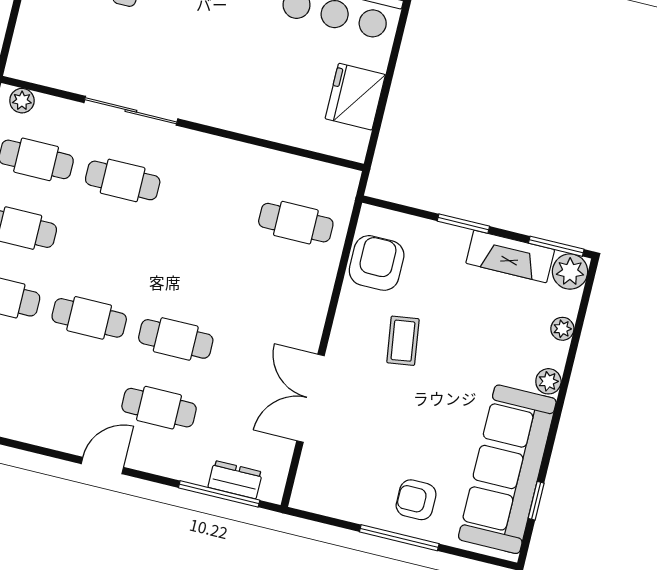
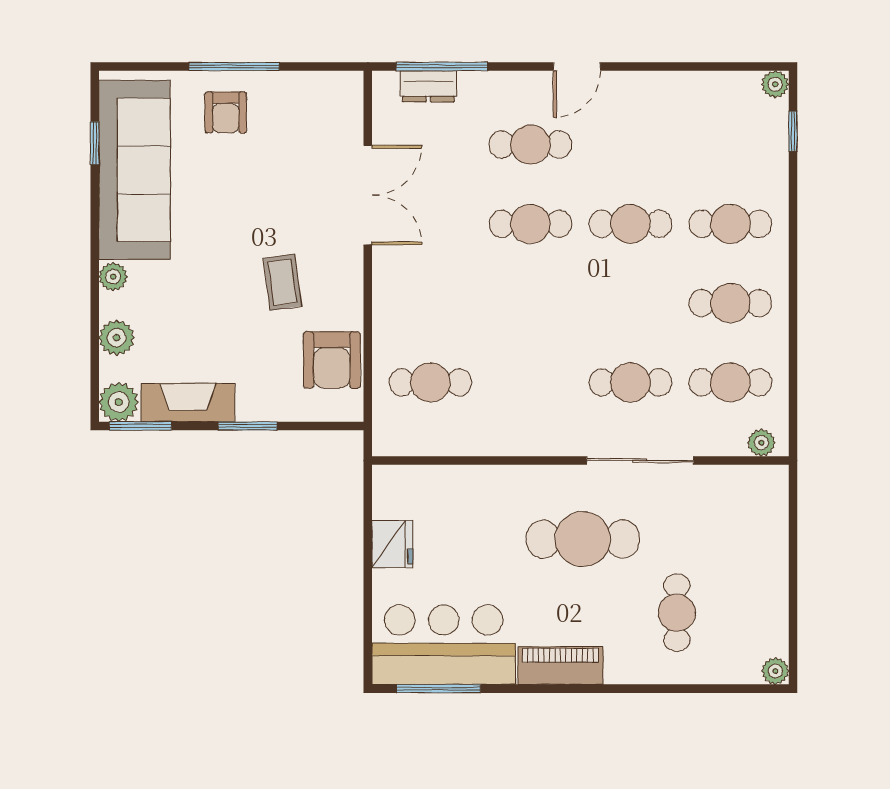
cafe table: (197, 55) -> (583, 539), added
fridge: (355, 97) -> (392, 544), width x0.73, depth x0.75
plant: (562, 329) -> (117, 338), width x1.38, depth x1.38
armchair: (416, 500) -> (226, 112), turned 90

